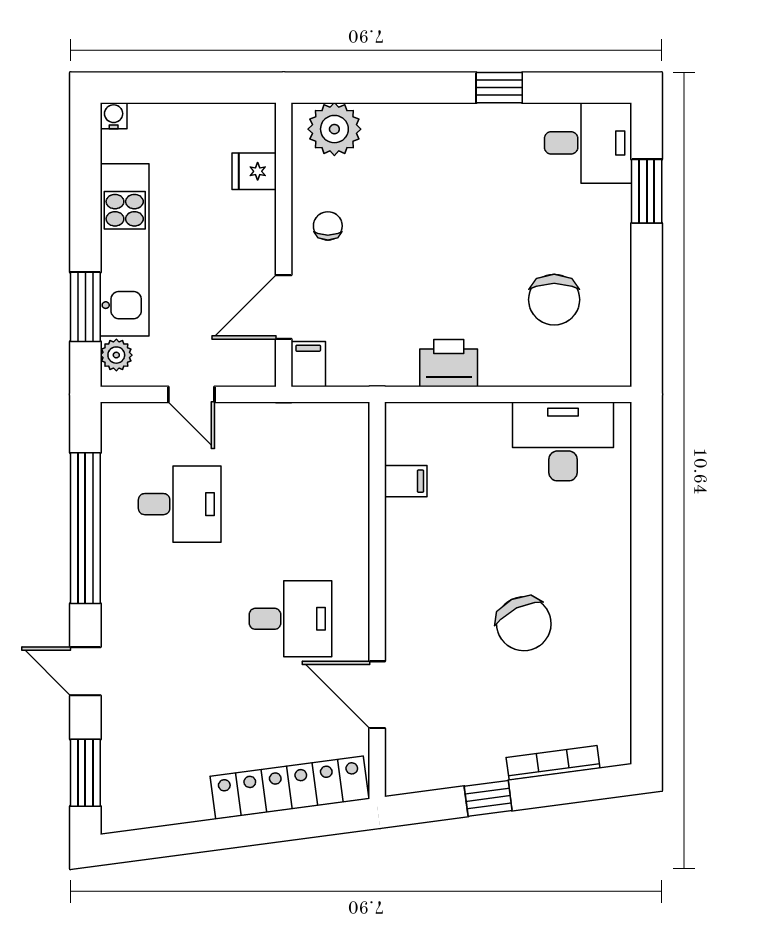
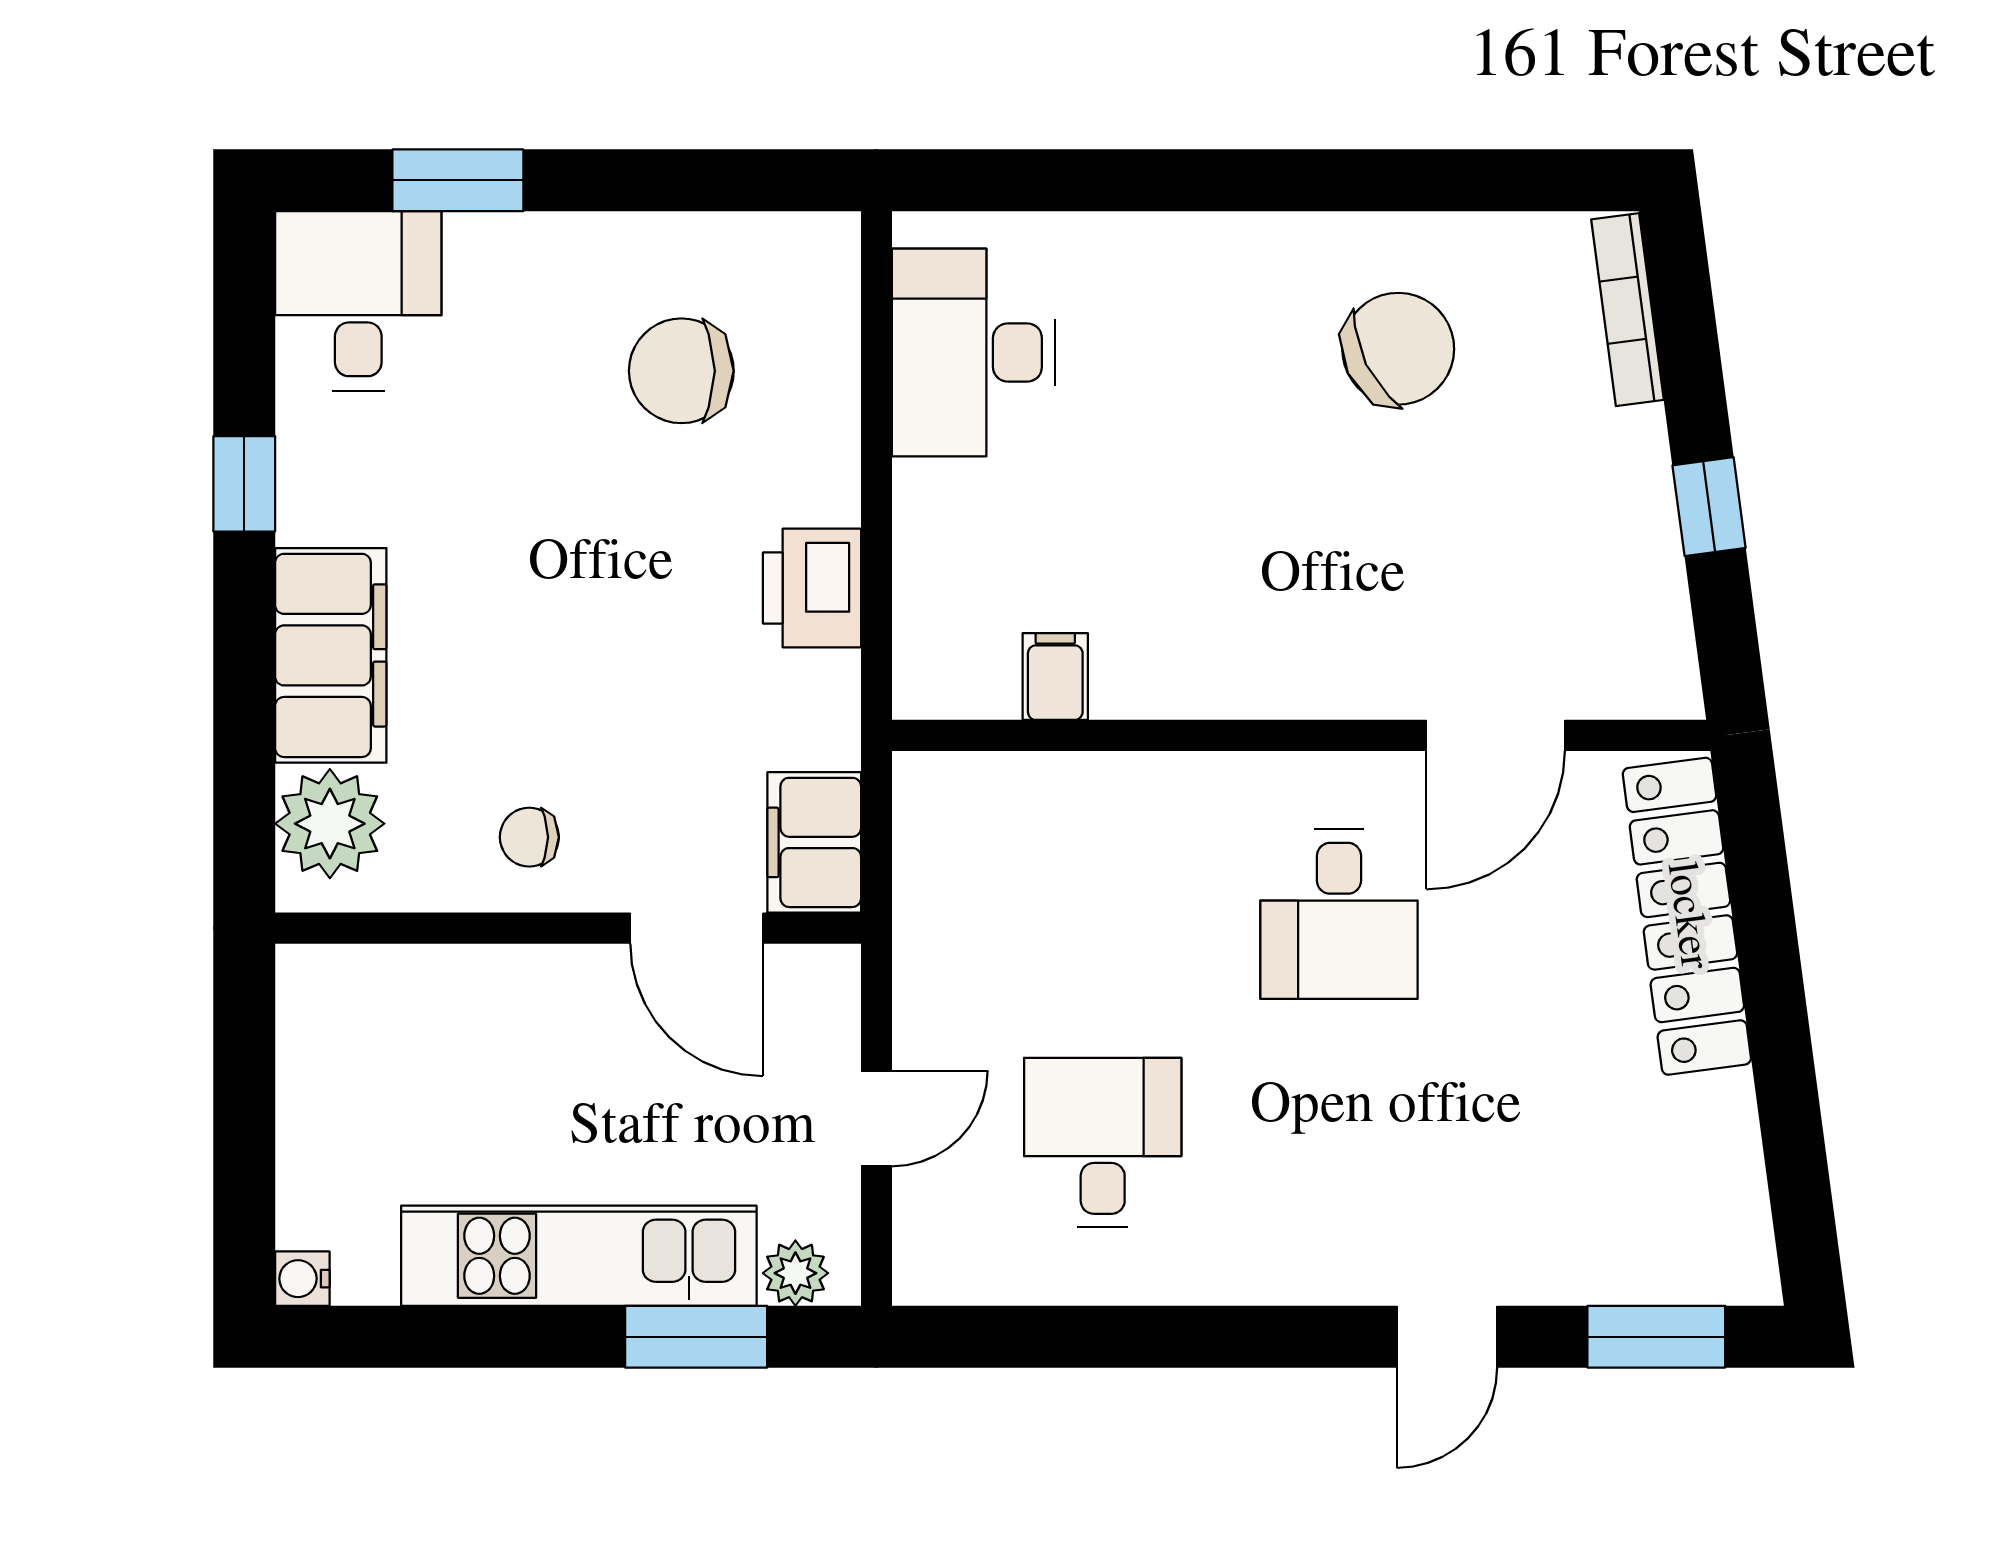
filing cabinet: (416, 130) -> (331, 655), added
fridge: (254, 171) -> (417, 989), removed
chair: (554, 300) -> (681, 371), turned 180
filing cabinet: (308, 364) -> (814, 842), width x2.00
window: (85, 528) -> (1152, 1337), removed
desk: (291, 619) -> (1339, 914), turned 180
chair: (524, 624) -> (1398, 349), moved
bookcase: (553, 763) -> (1628, 310), moved

